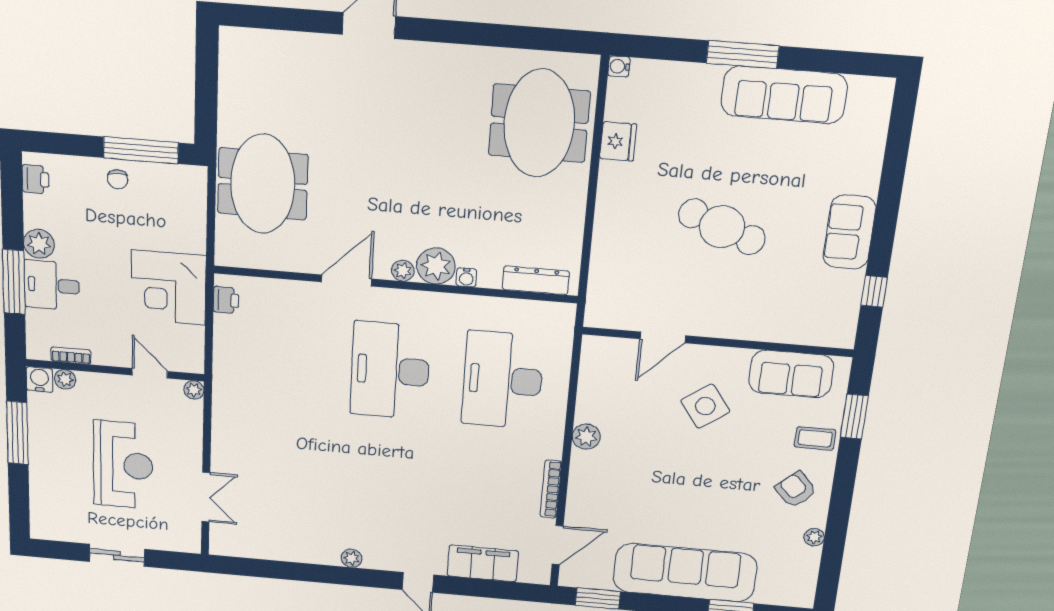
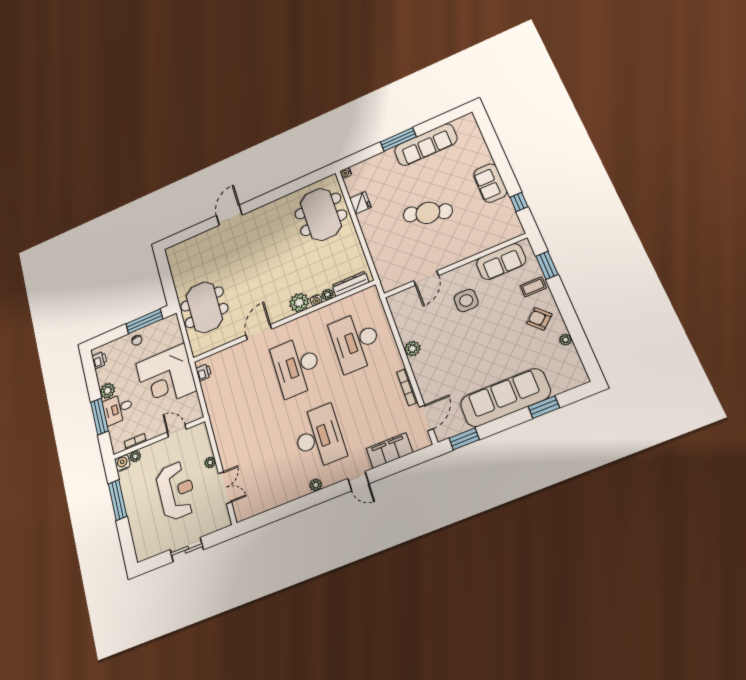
plant: (403, 271) -> (327, 295), moved
corner desk: (169, 288) -> (166, 377), width x1.36, depth x1.36
plant: (194, 390) -> (210, 463), moved
side table: (705, 406) -> (466, 301), turned 36
desk: (383, 495) -> (319, 437), added

